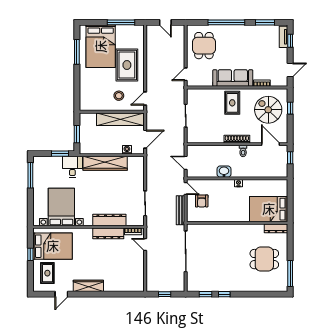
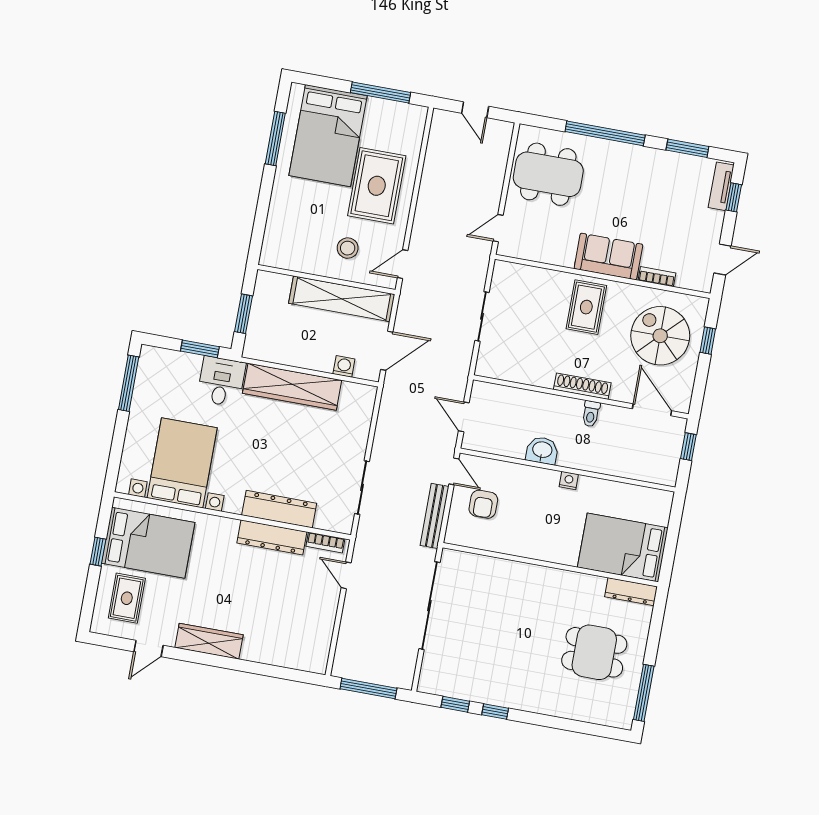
dining table: (204, 46) -> (548, 174), width x1.38
sofa: (233, 78) -> (608, 257), width x0.73
window: (165, 294) -> (368, 688), width x2.17

